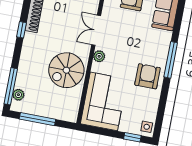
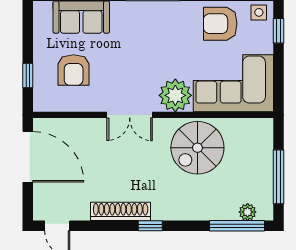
plant: (99, 56) -> (175, 95), width x1.87, depth x1.87
spiral stairs: (66, 70) -> (197, 148), turned 90
armchair: (148, 76) -> (220, 24), moved

